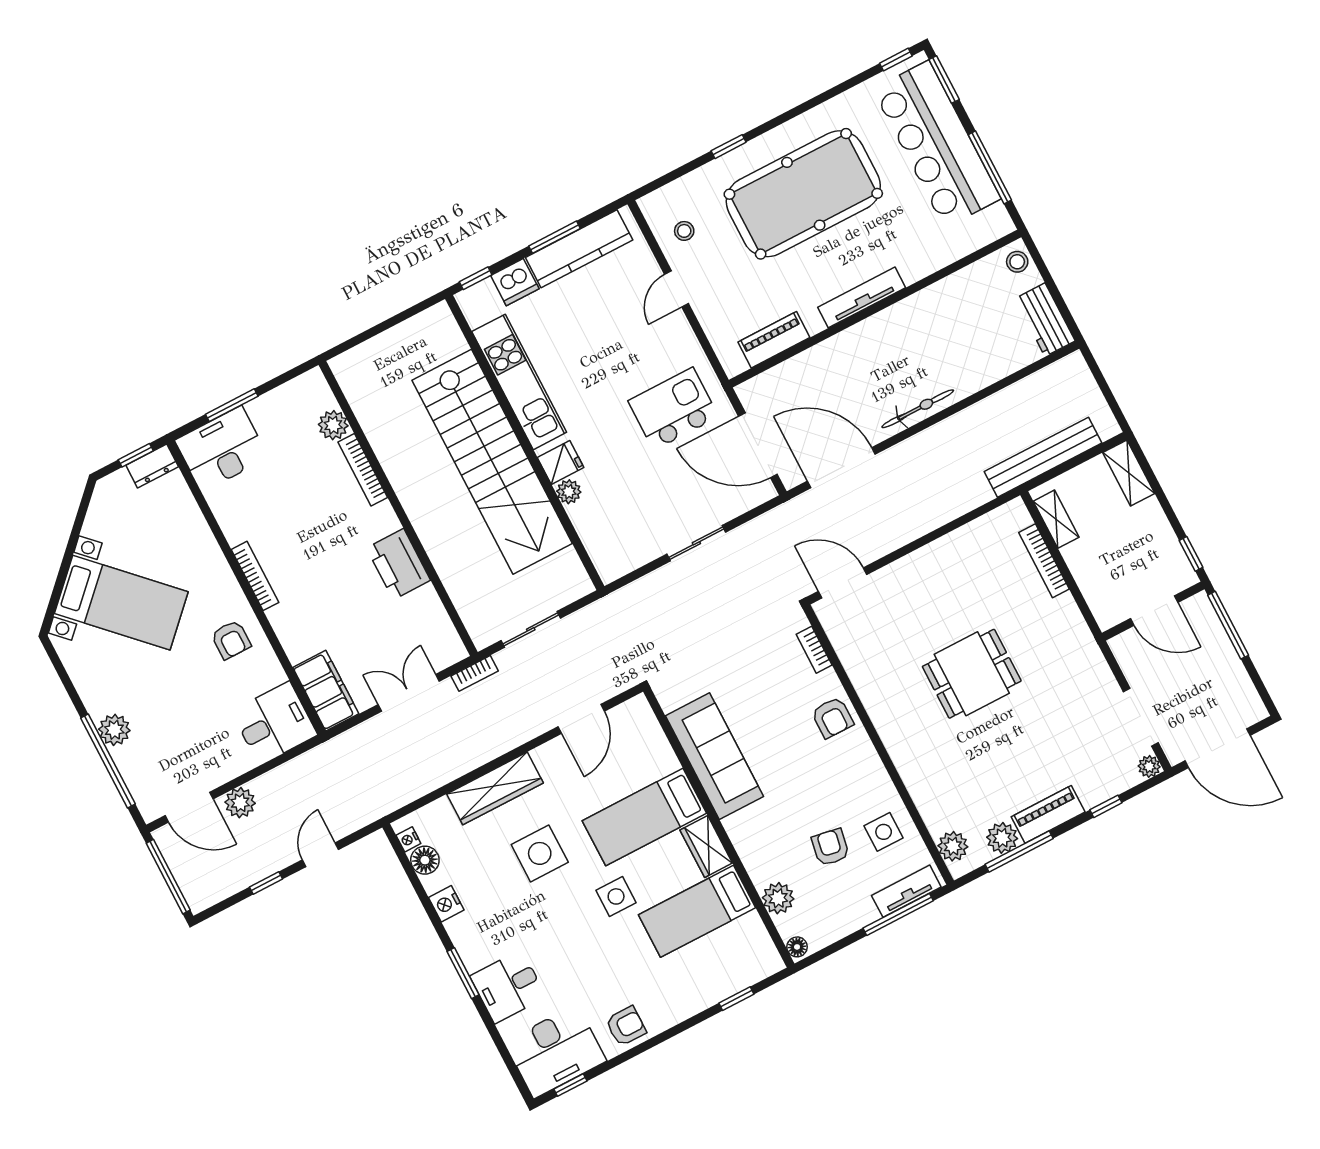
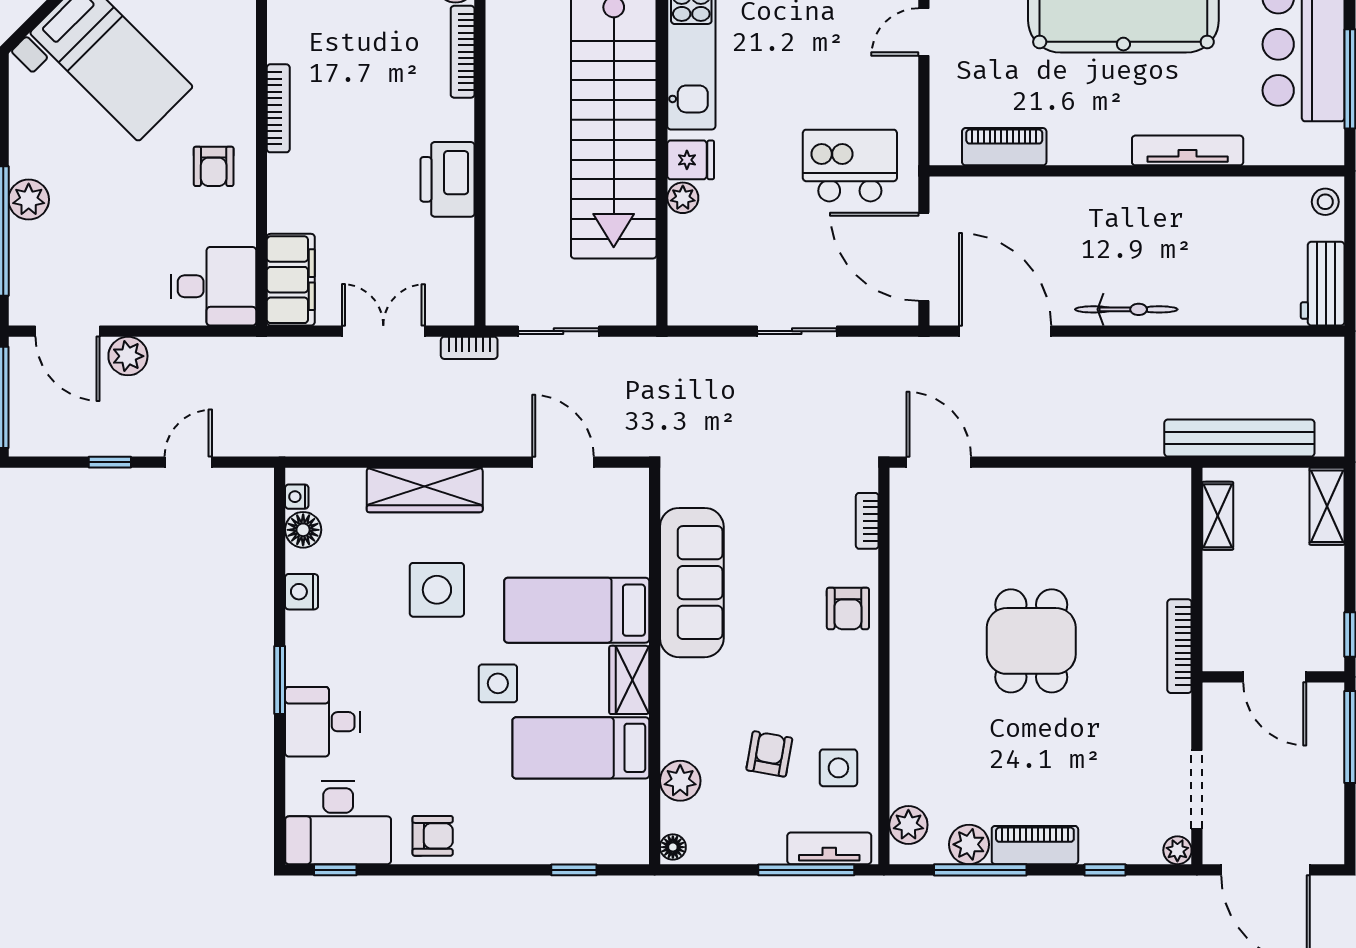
tv unit: (862, 297) -> (1188, 150), moved
bookcase: (1044, 561) -> (1179, 646), moved
dining table: (972, 674) -> (1031, 641), turned 90
door: (581, 719) -> (563, 462), swing flipped

